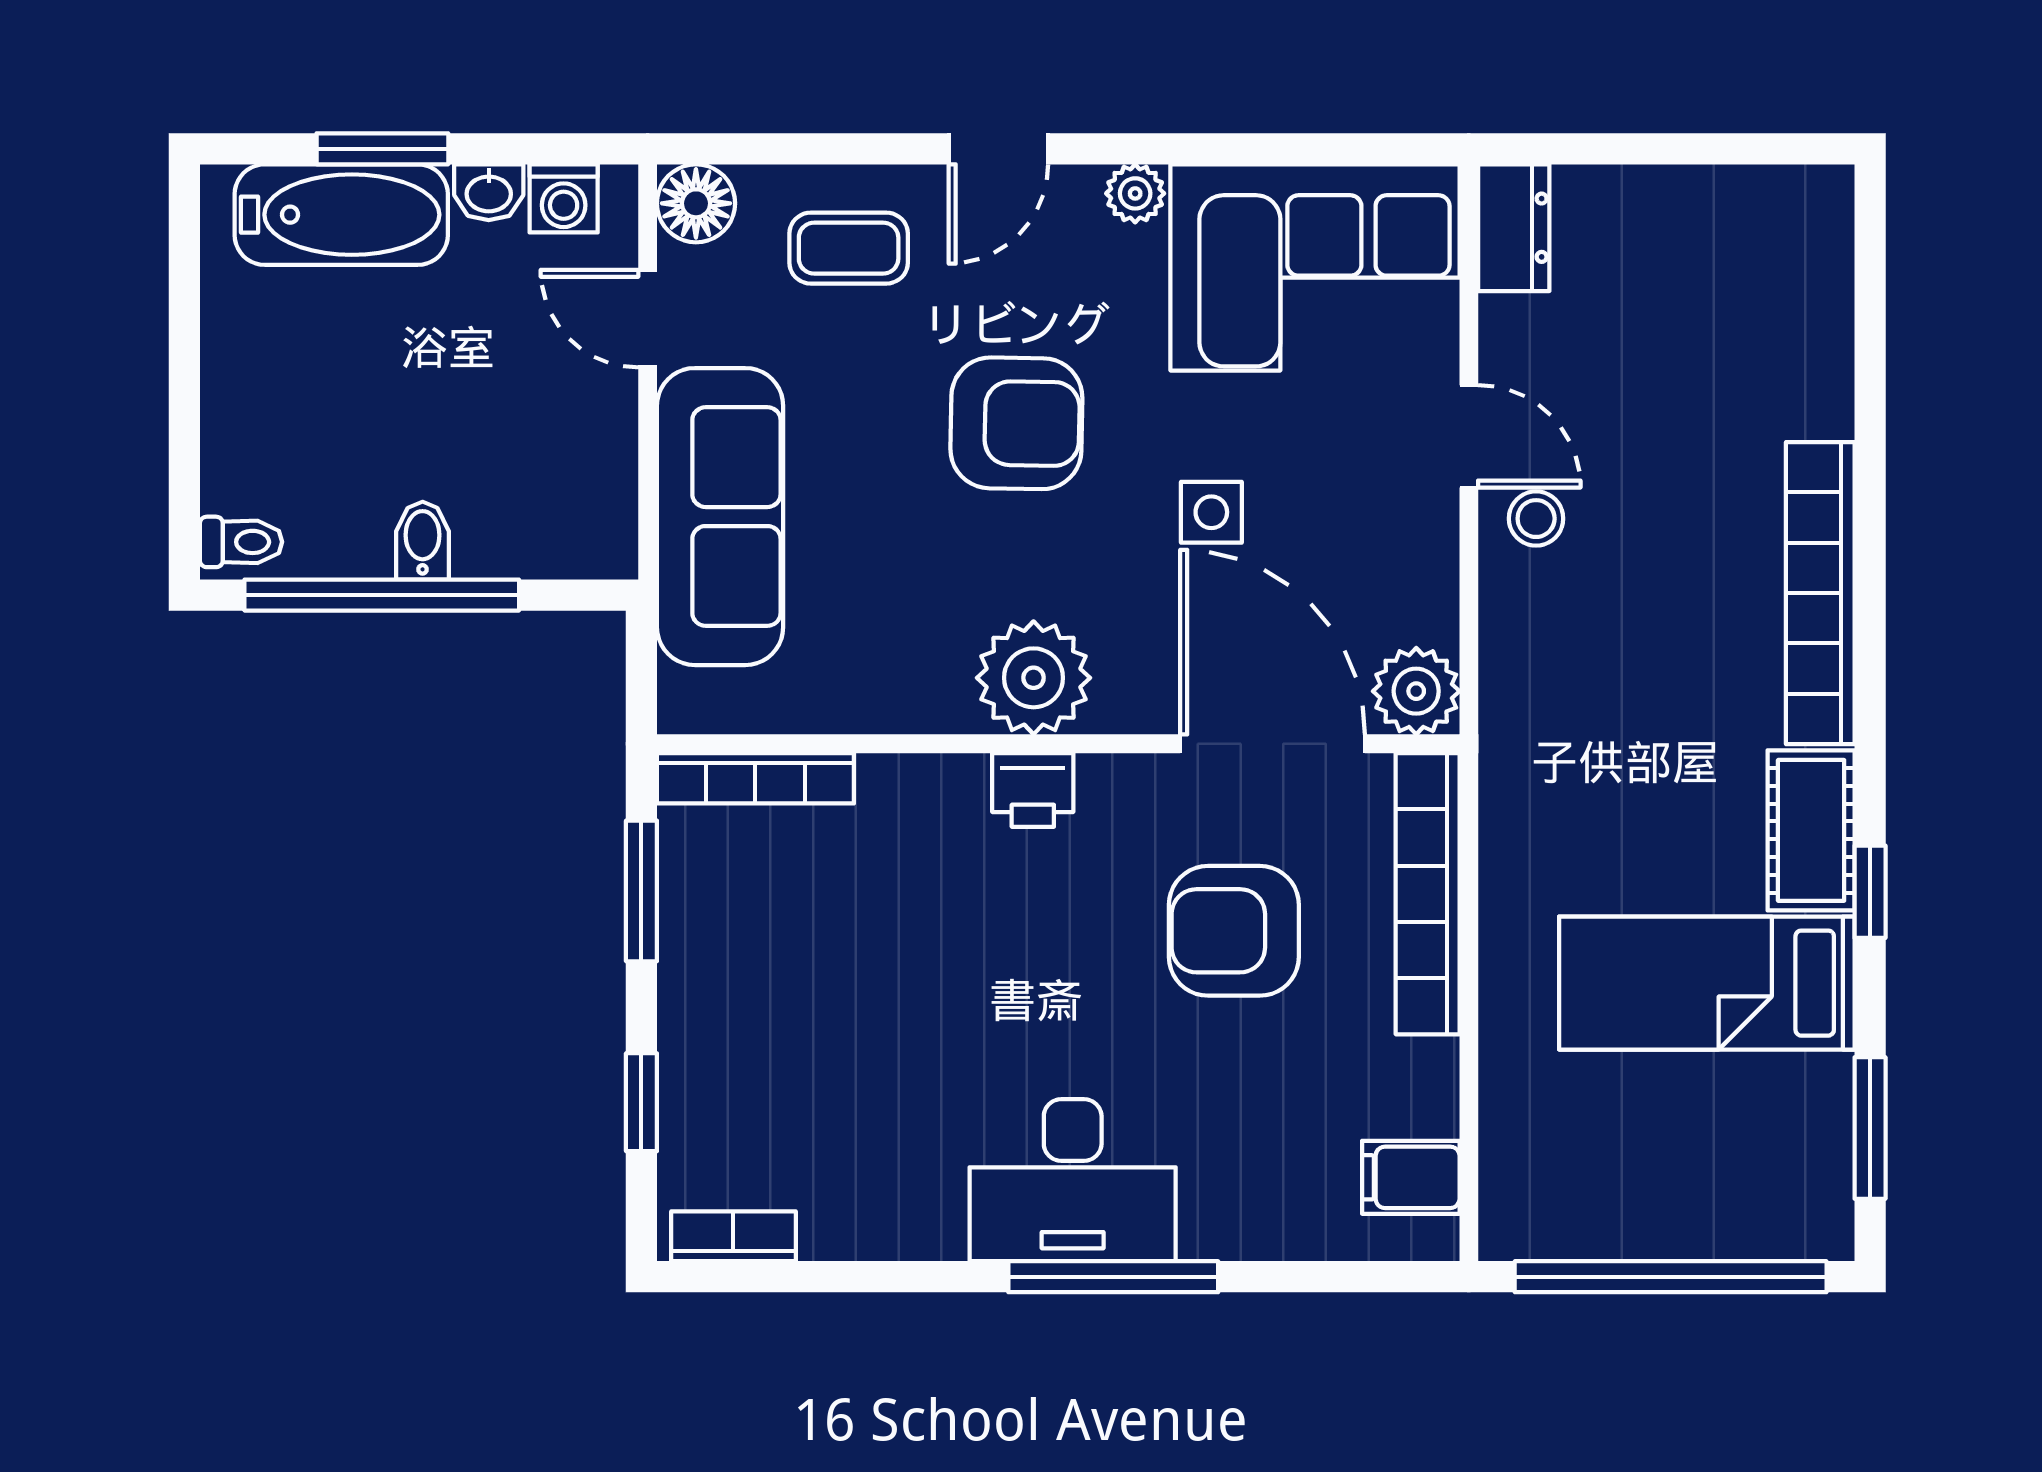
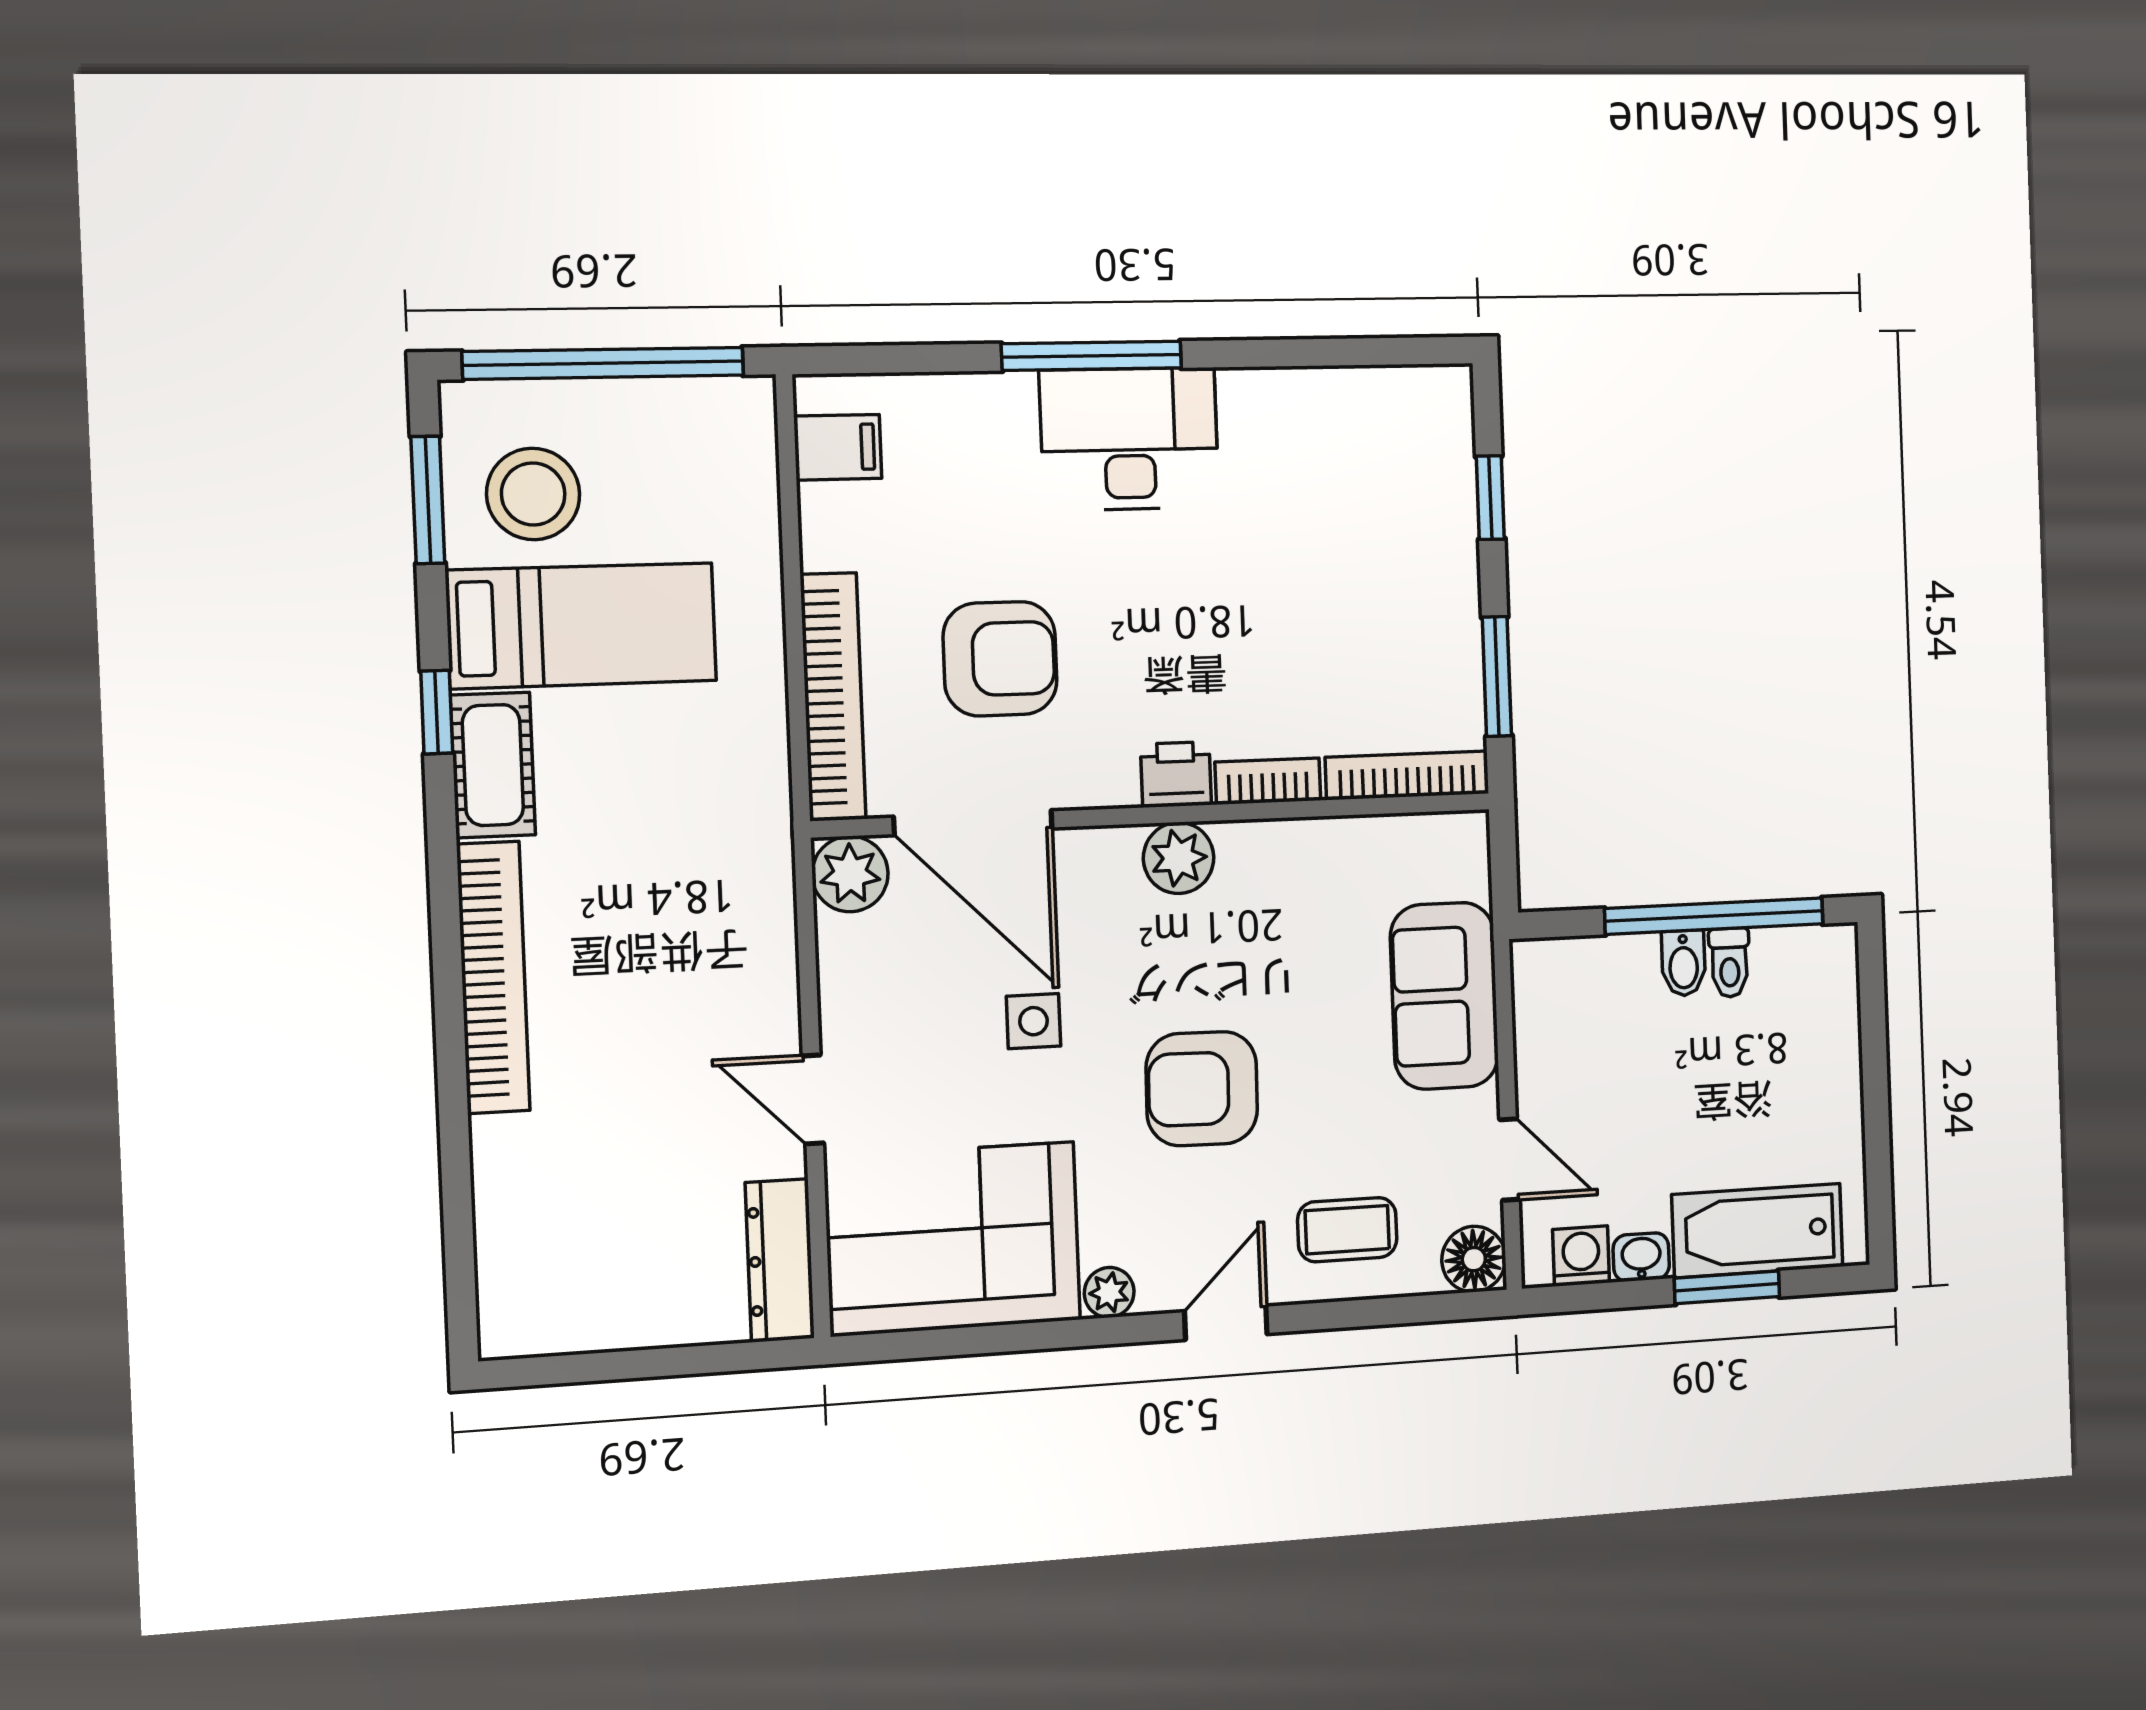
dresser: (1514, 228) -> (780, 1260), width x1.44
sofa: (720, 517) -> (1444, 996), width x0.73
stool: (1536, 519) -> (533, 494), moved, width x1.89, depth x1.89
toilet: (241, 542) -> (1730, 963), moved, turned -90
plant: (1034, 678) -> (1179, 858), width x0.73, depth x0.73
bookcase: (733, 1236) -> (1268, 781), moved, turned 180

